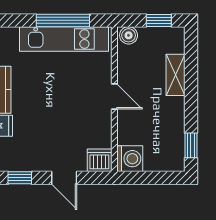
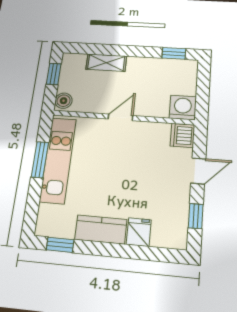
window: (63, 20) -> (40, 160), width x0.69

